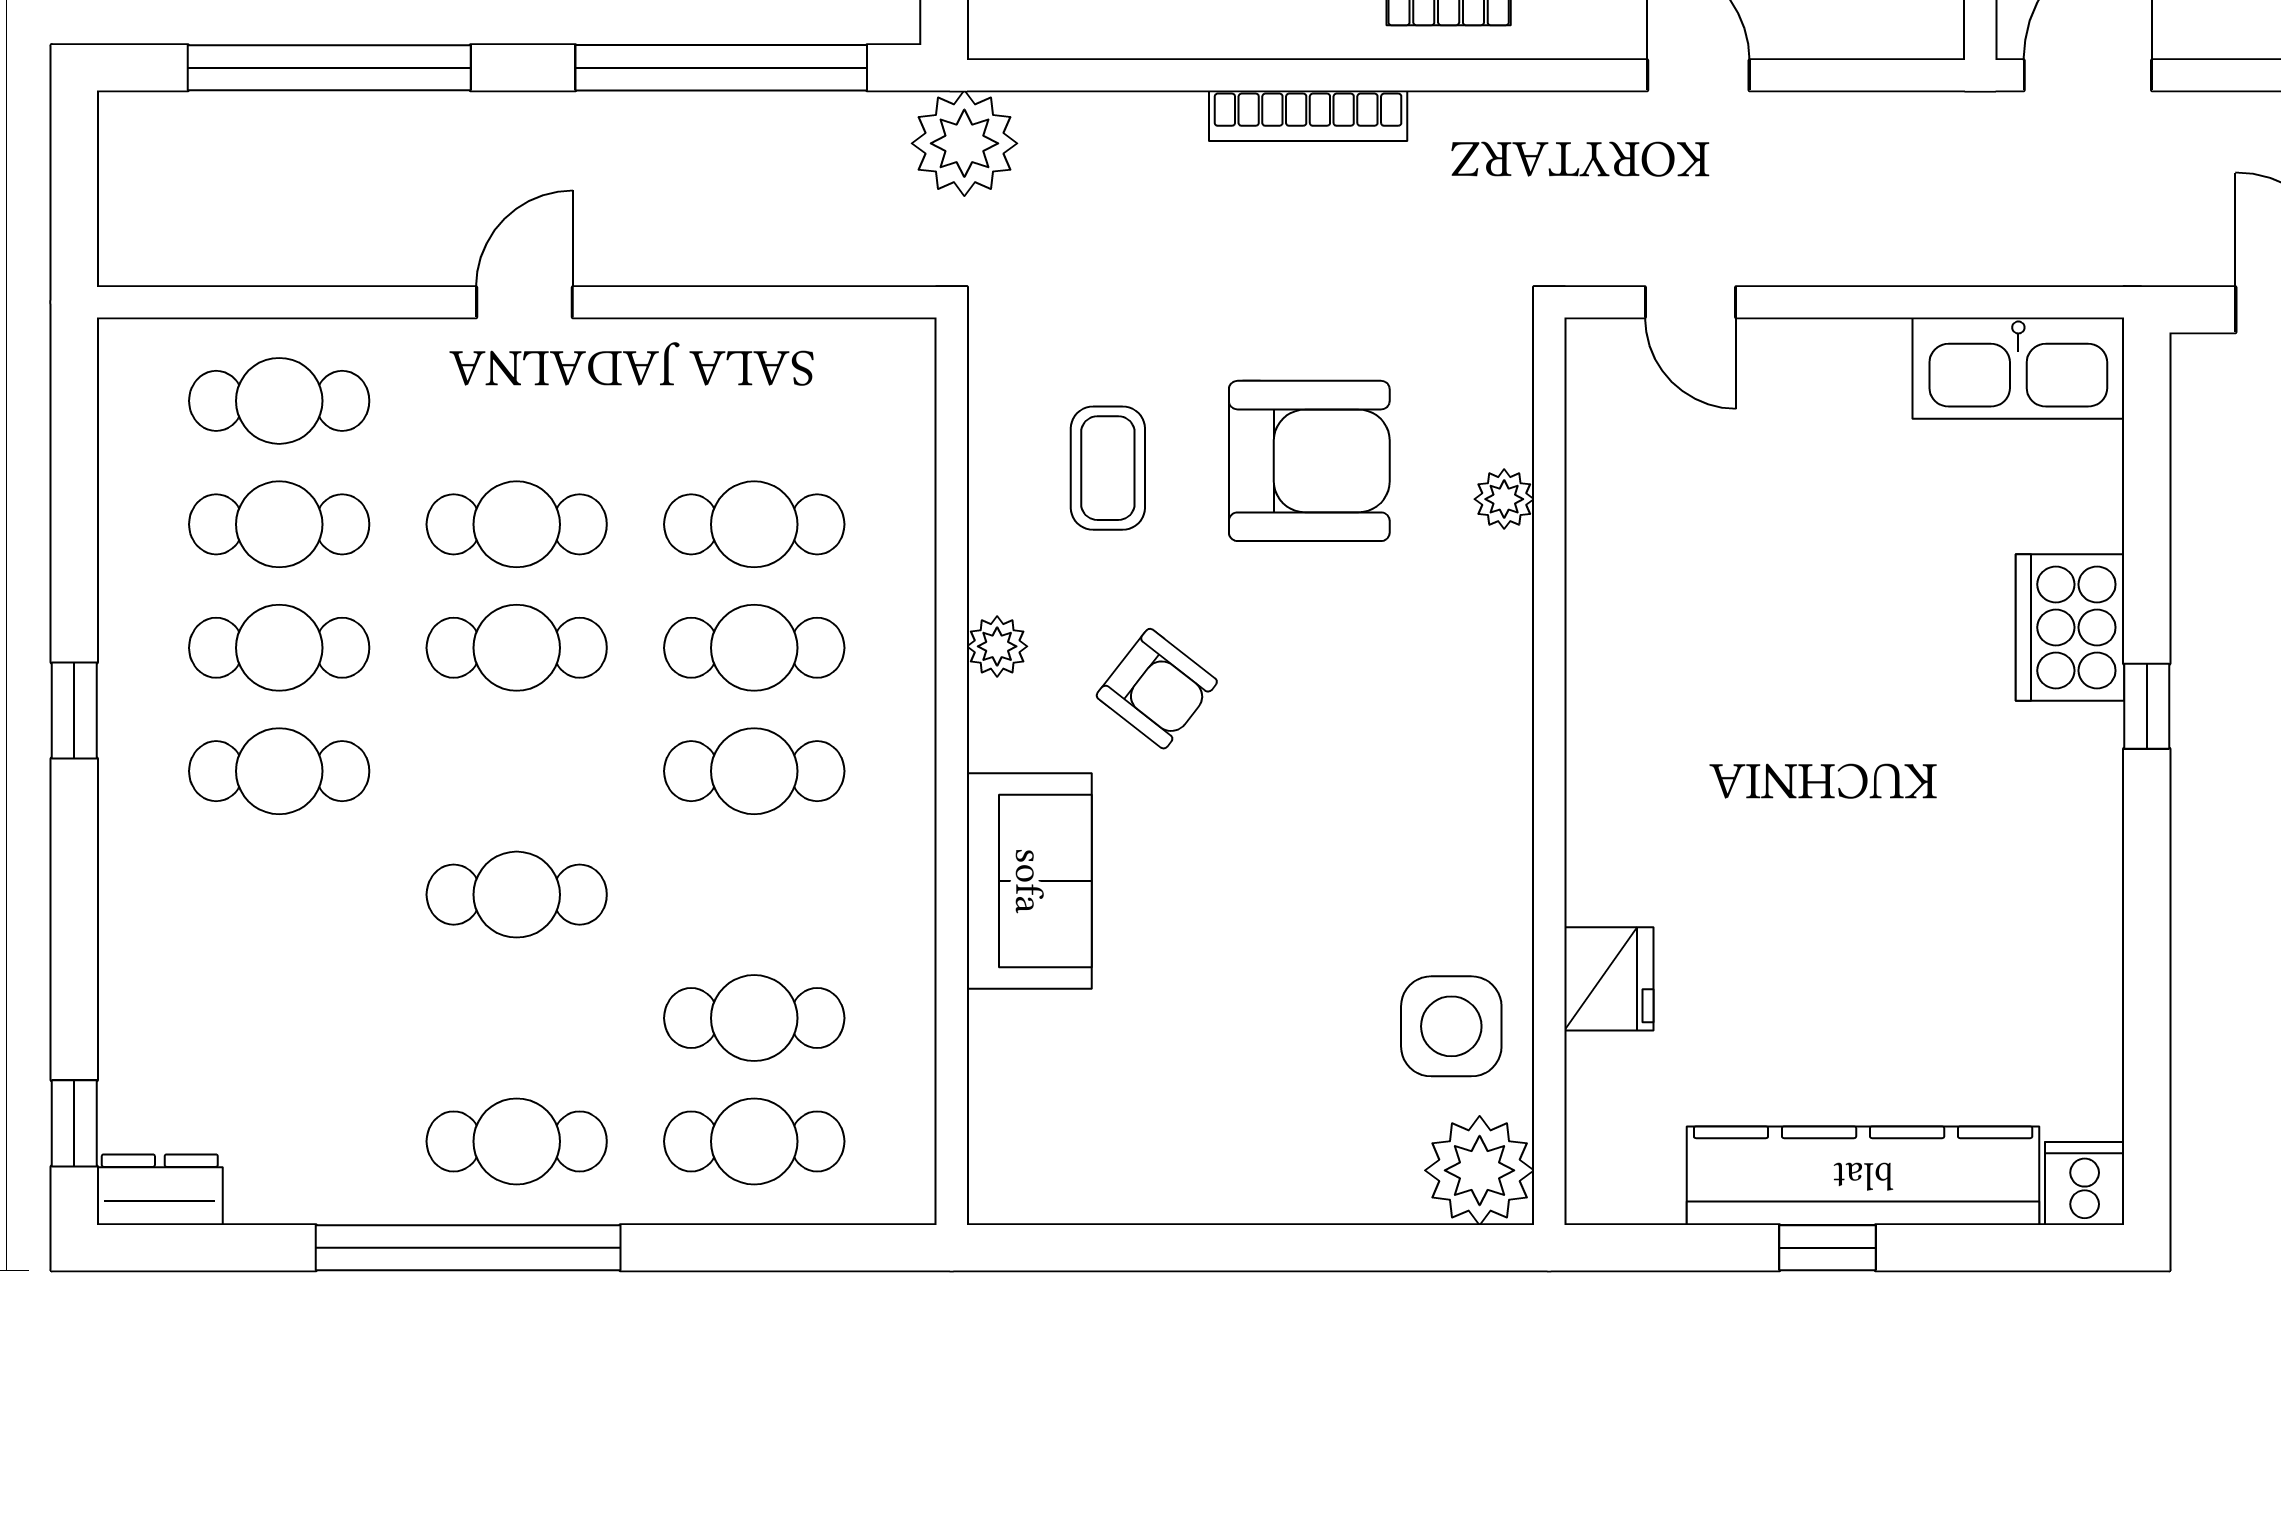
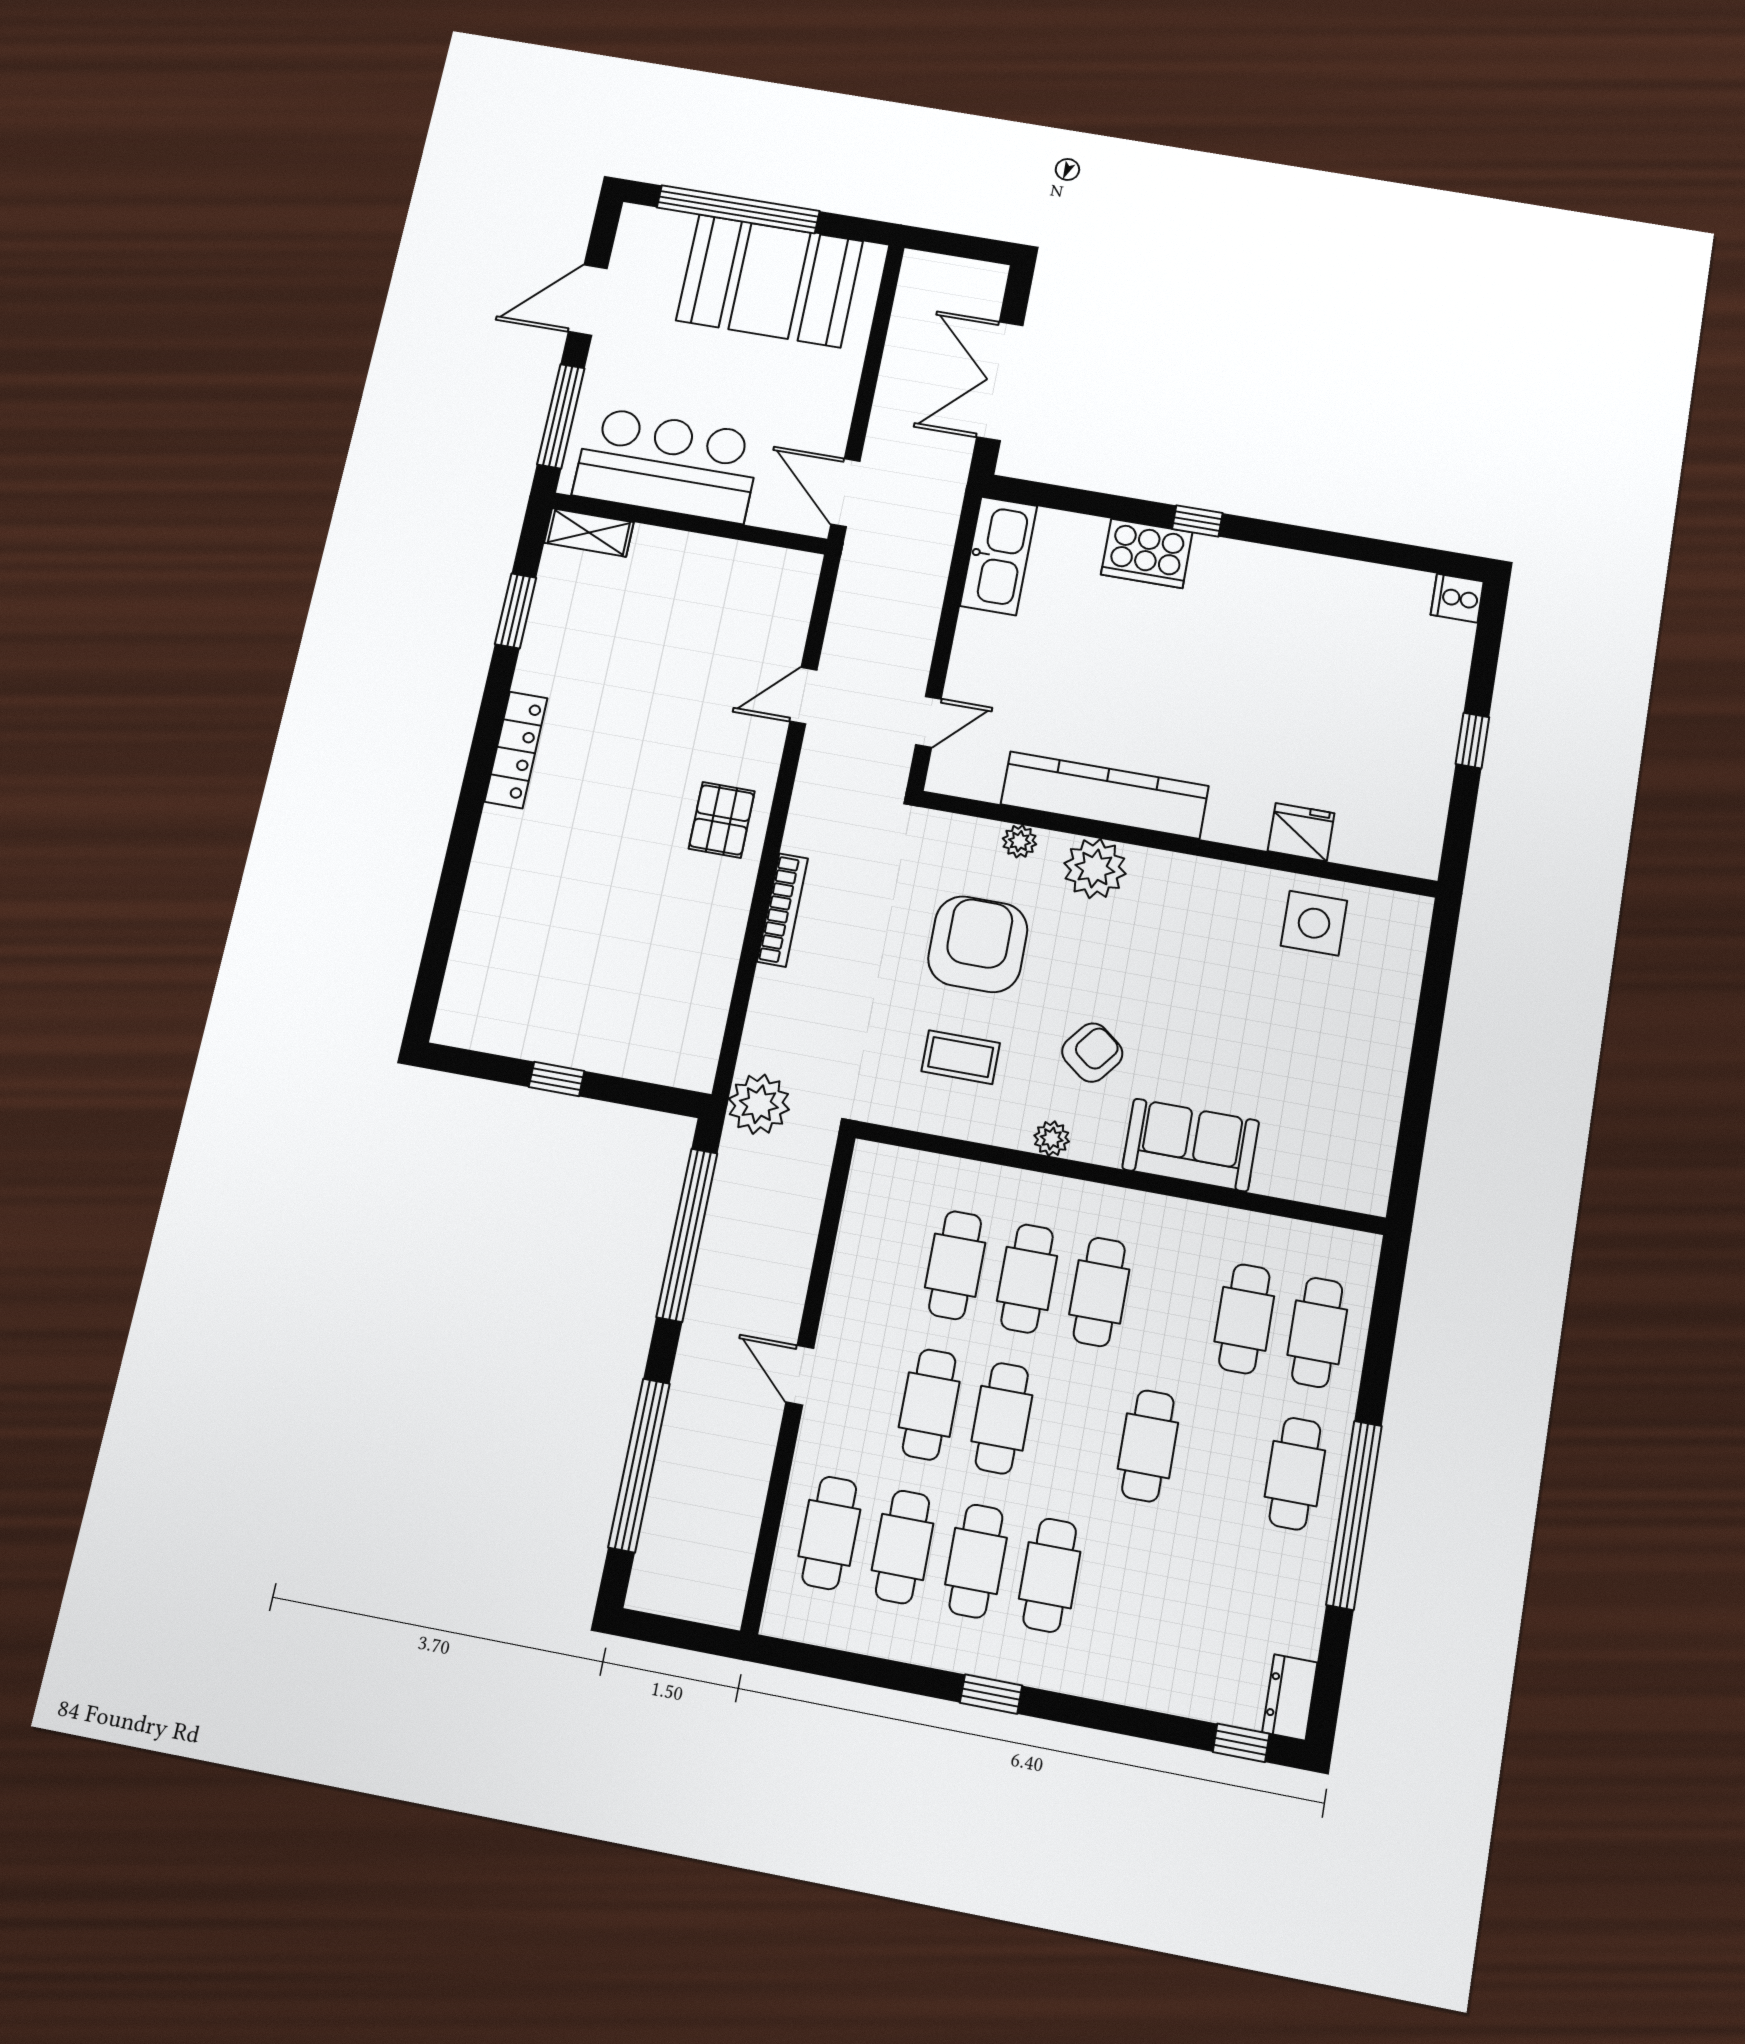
plant: (1480, 1170) -> (1095, 868), moved
kitchen counter: (1863, 1176) -> (1105, 795), moved, turned 90

